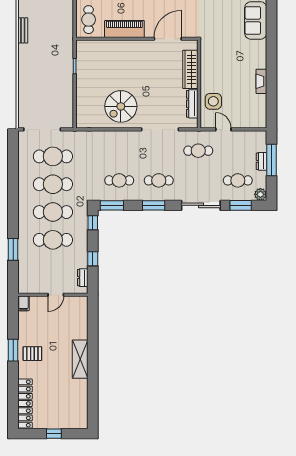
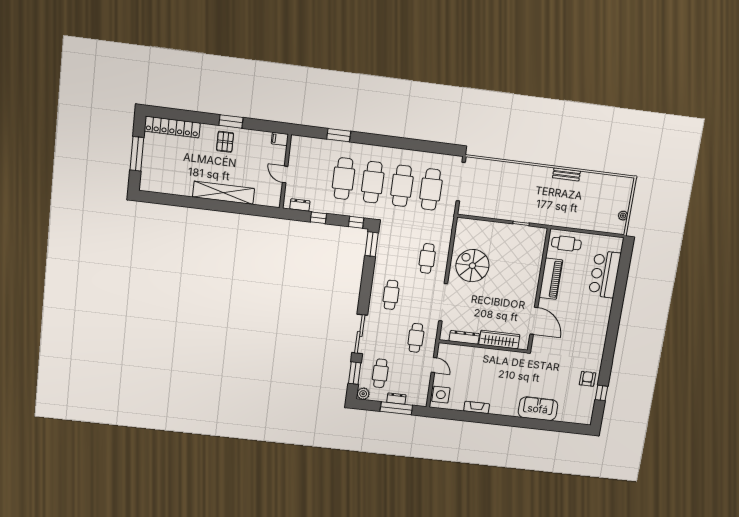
side table: (213, 101) -> (441, 395), moved
door: (223, 129) -> (434, 365), hinge flipped
cafe table: (119, 180) -> (427, 258), moved
window: (154, 205) -> (366, 287), removed
shelving: (80, 359) -> (223, 193), width x1.47
window: (54, 434) -> (137, 154), width x2.17

